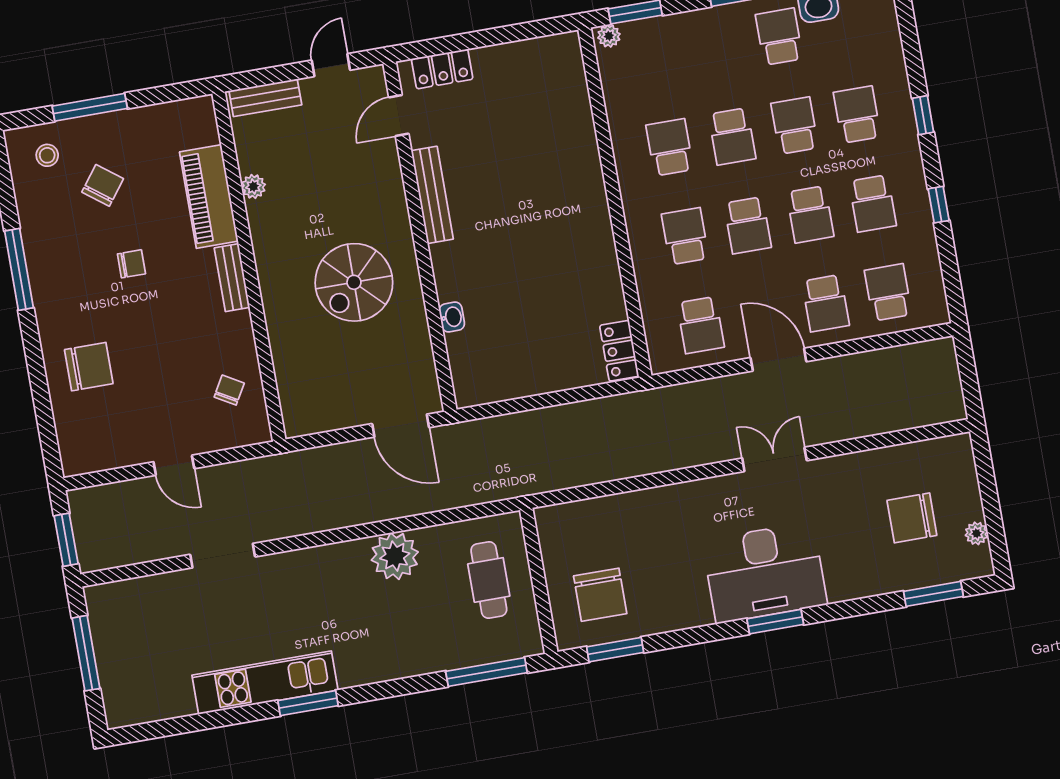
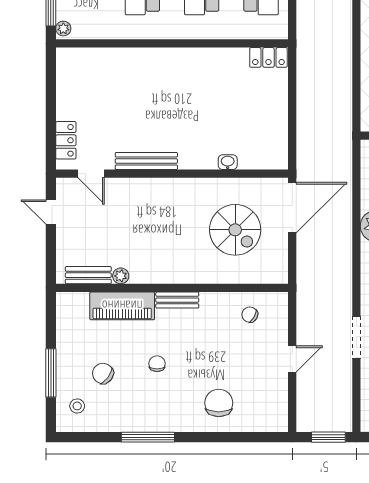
bench: (265, 98) -> (88, 275), moved, turned 90
spiral stairs: (354, 282) -> (235, 230), moved
door: (401, 426) -> (292, 208), width x1.36

